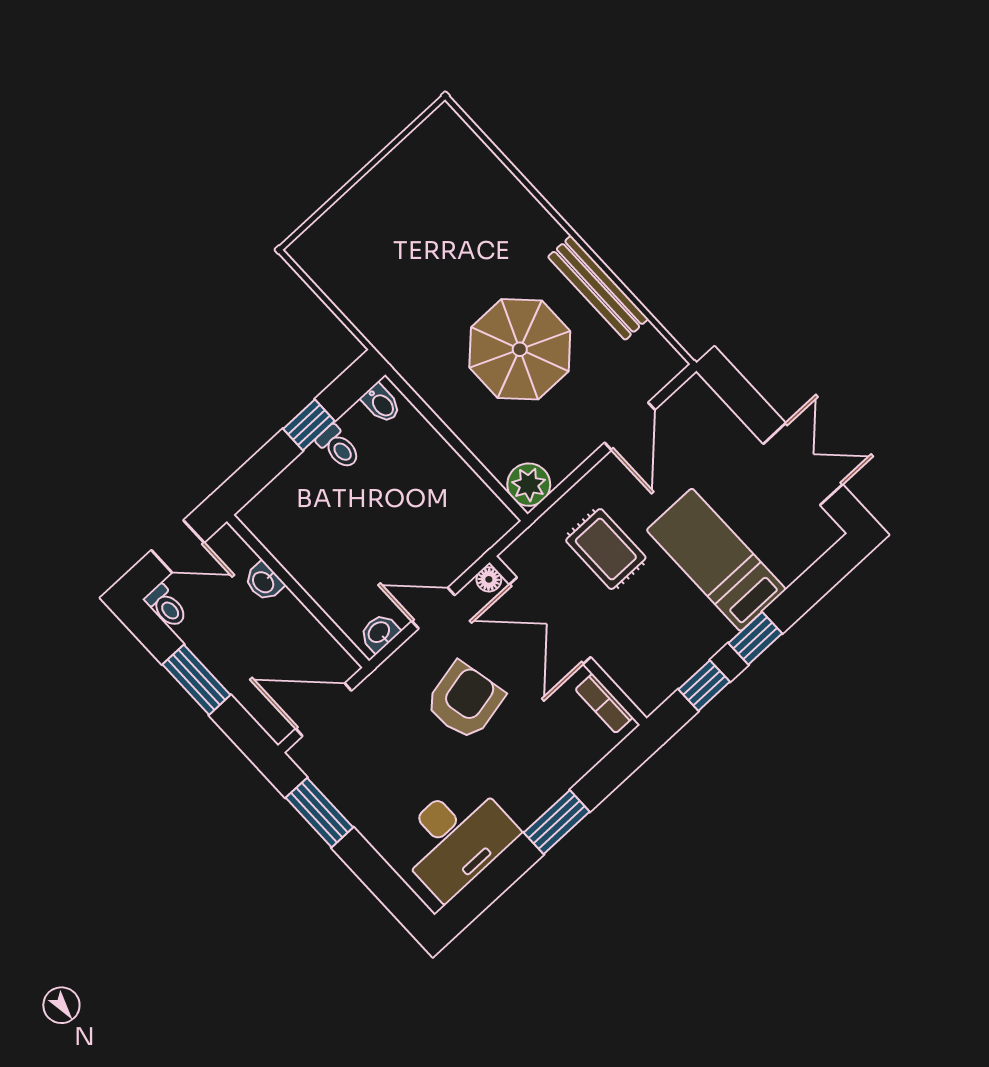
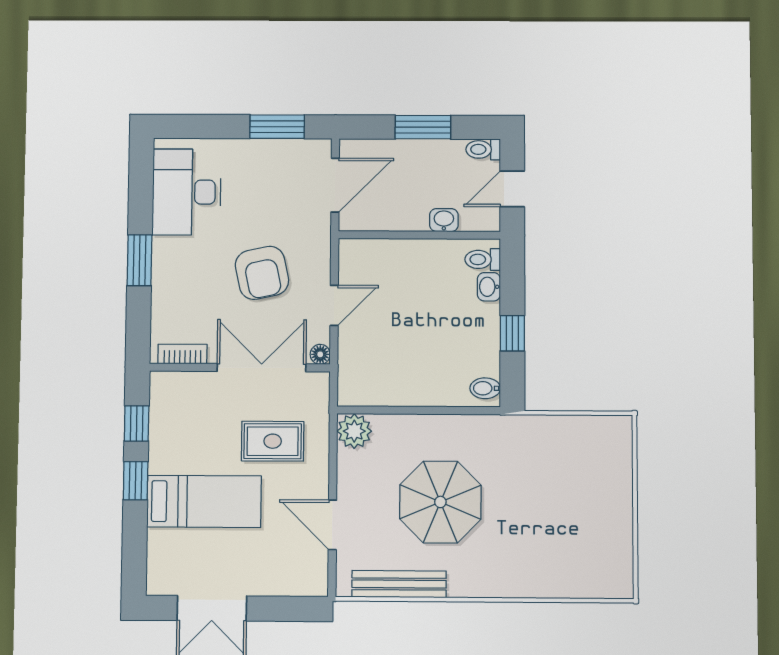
bench: (598, 288) -> (399, 584), moved
toilet: (338, 447) -> (483, 259), moved
washbasin: (379, 633) -> (489, 287), moved, turned 180

